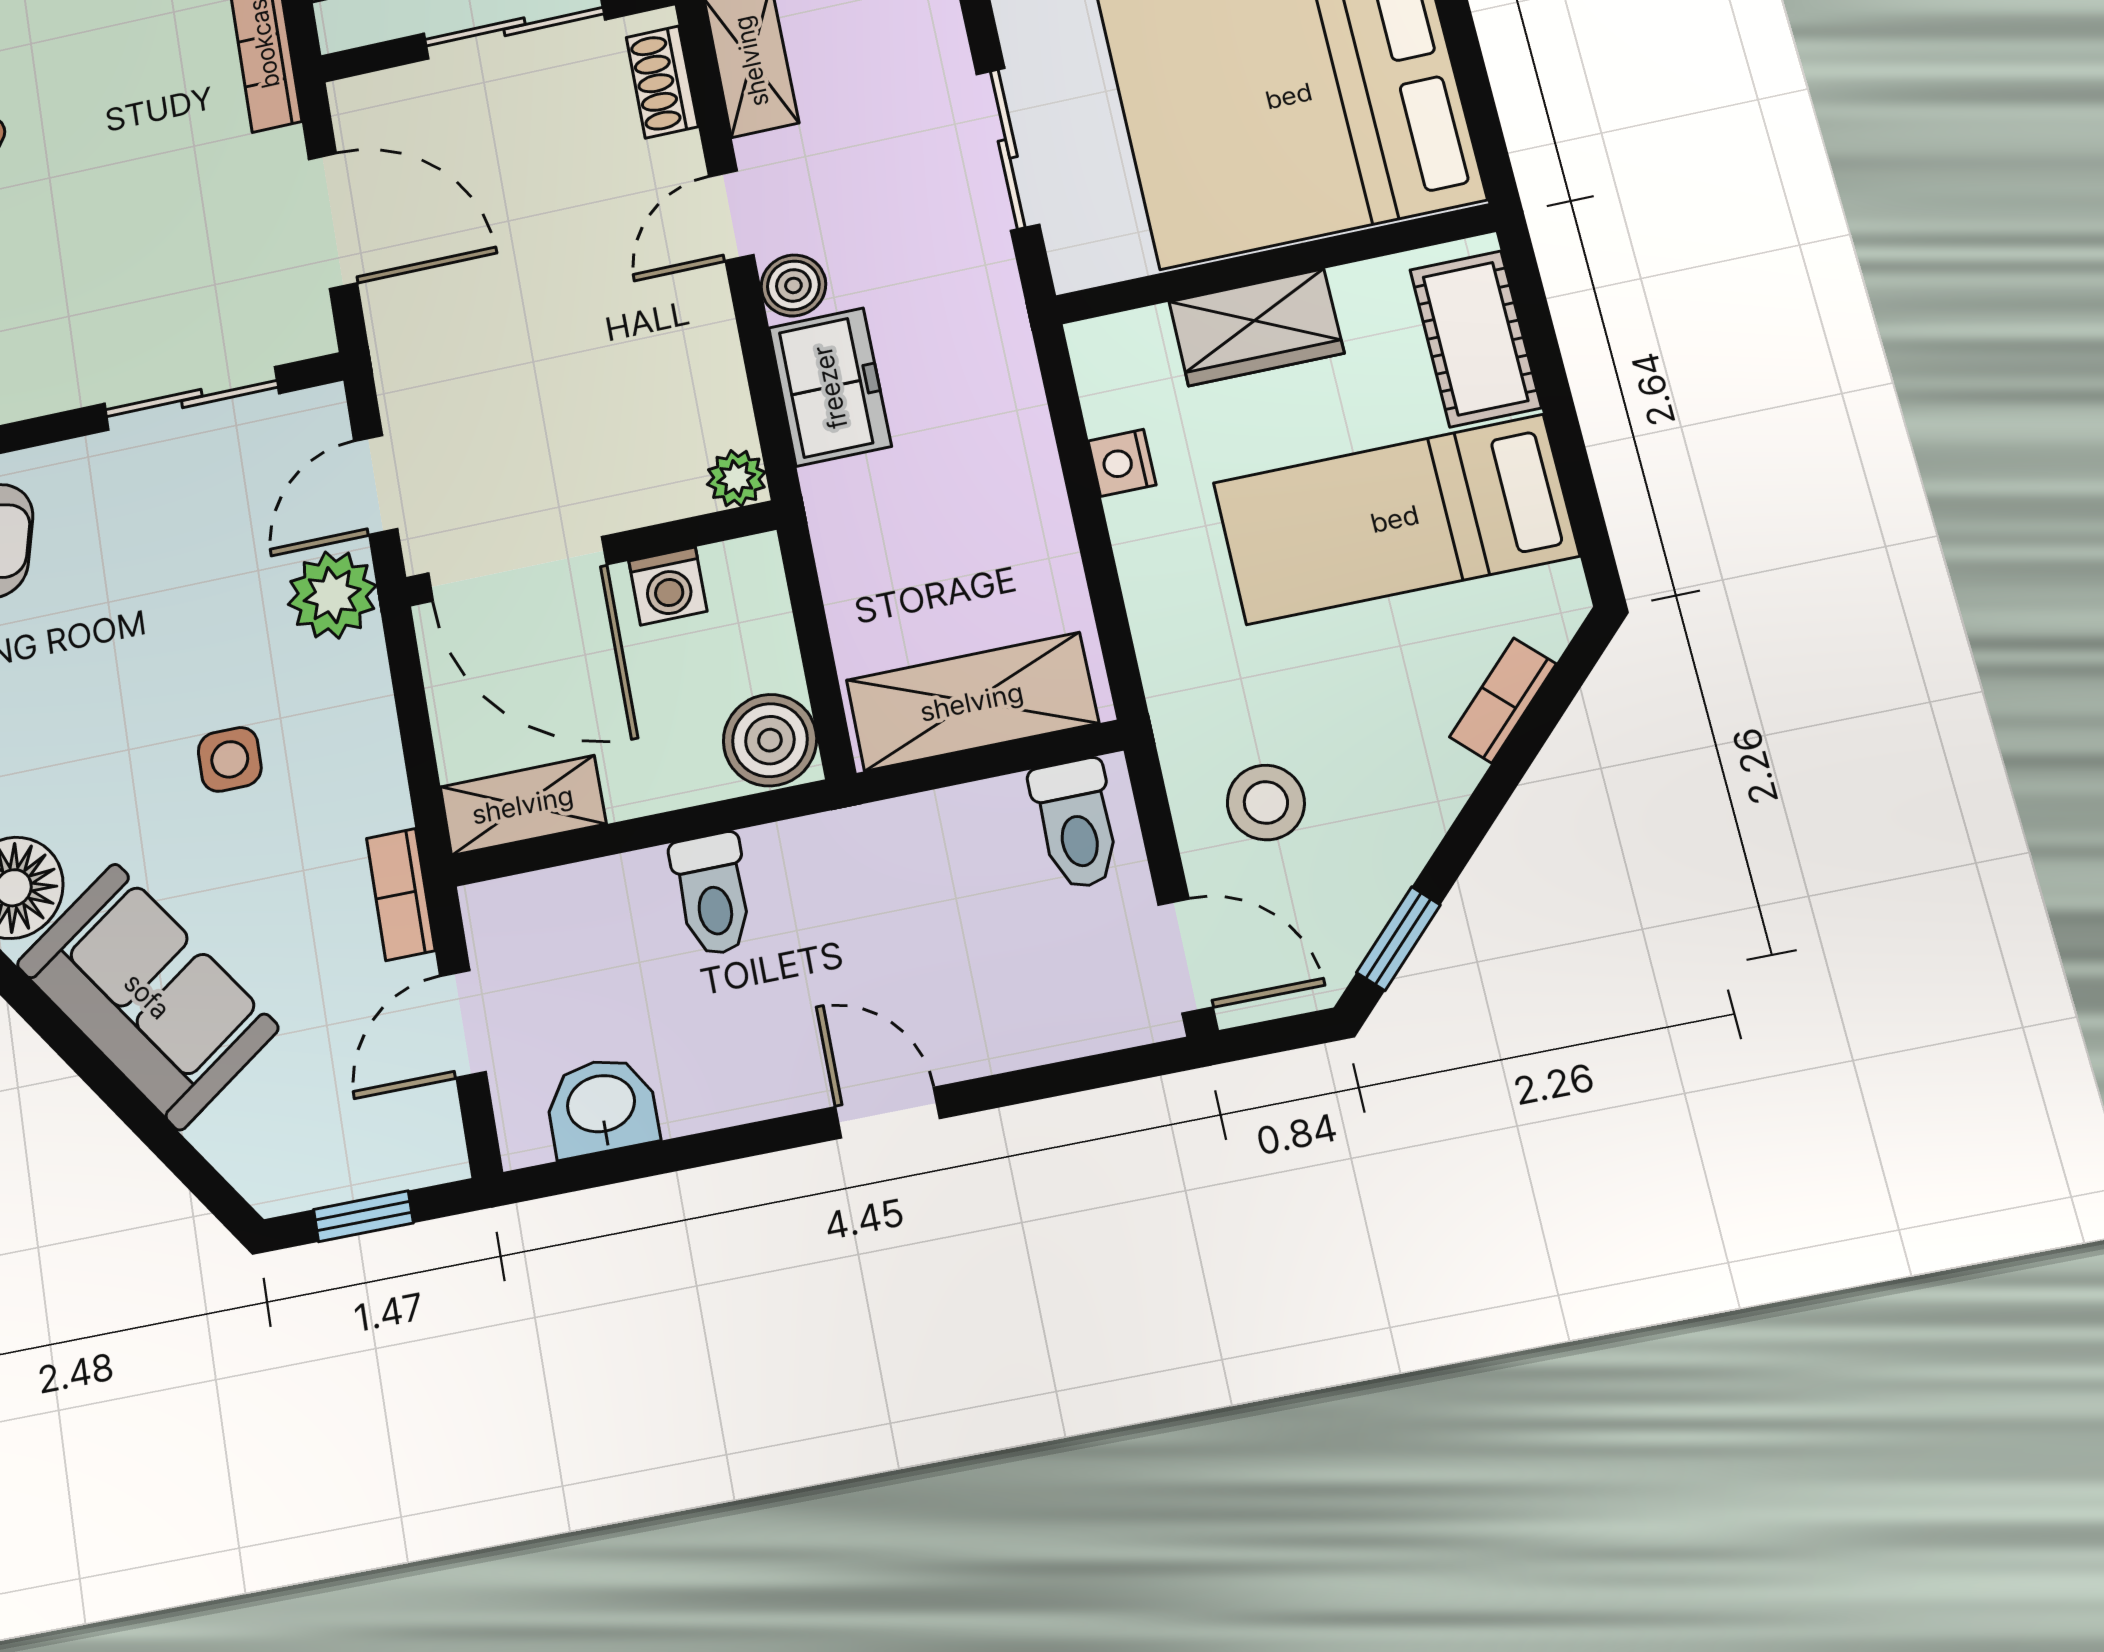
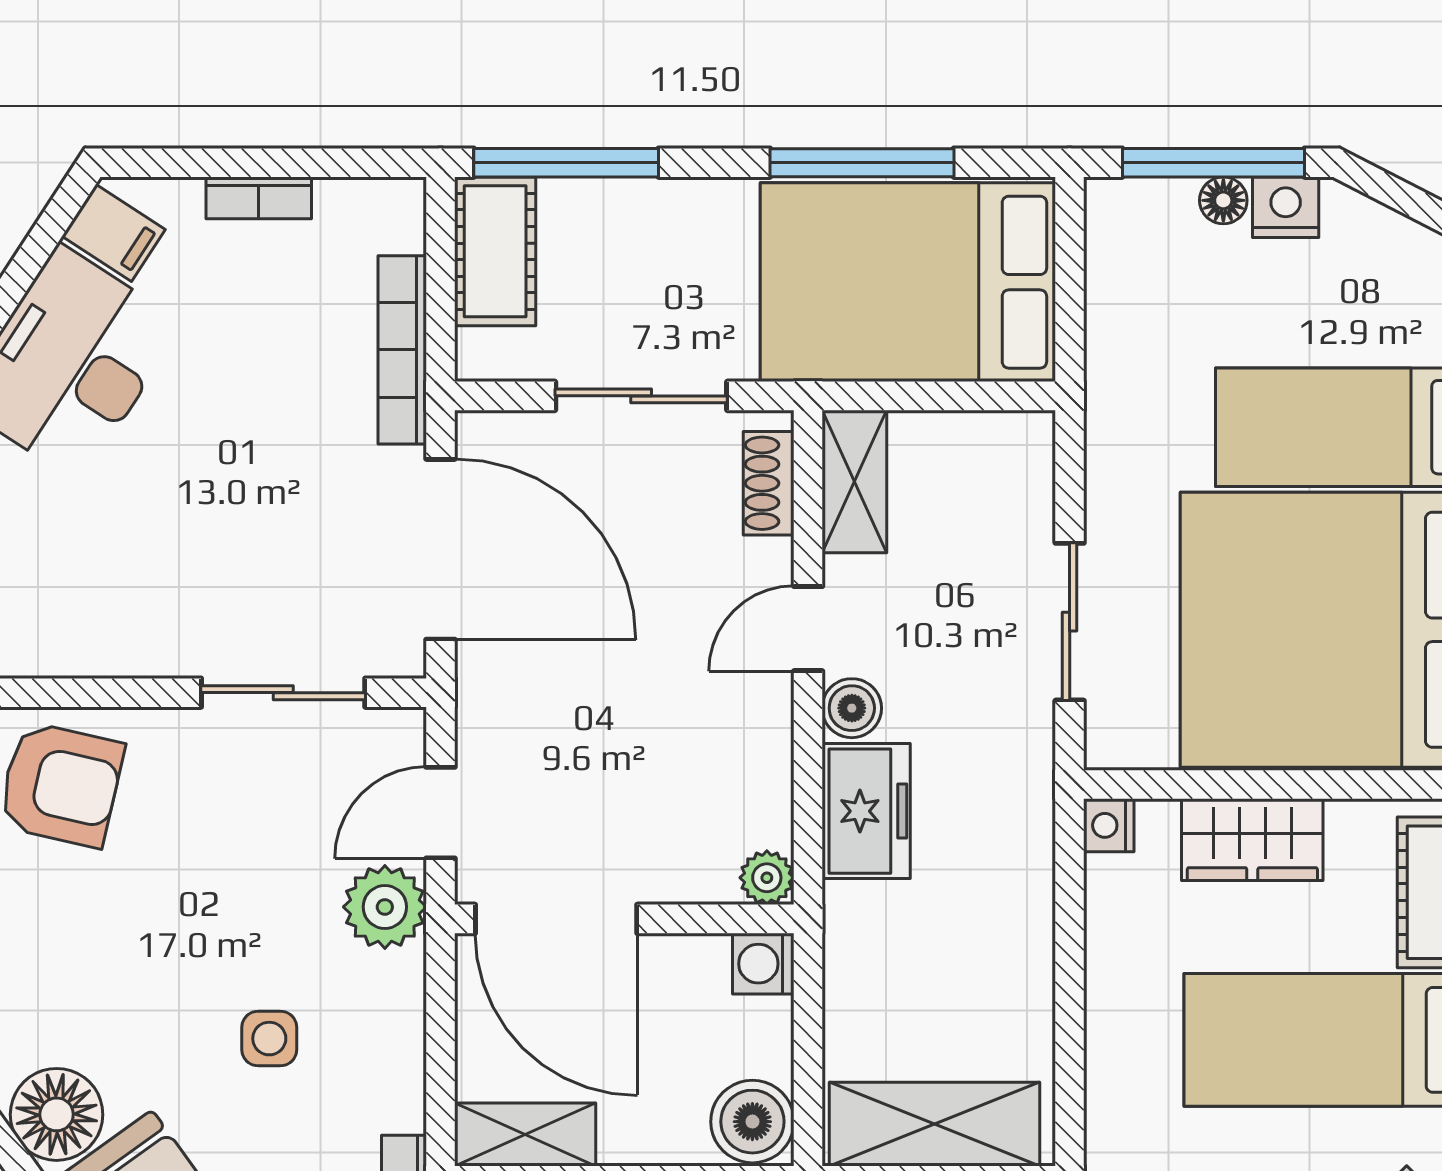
door: (333, 221) -> (441, 549), width x1.36
nightstand: (1122, 463) -> (1109, 825), moved
washing machine: (668, 586) -> (763, 964), moved, turned 90

